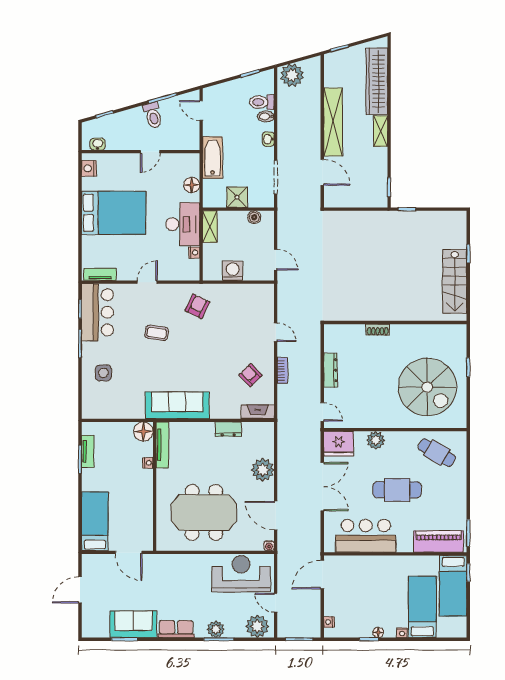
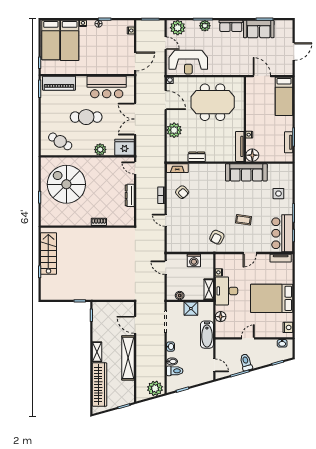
sofa: (177, 405) -> (246, 172), moved
bed: (453, 586) -> (51, 40), moved, turned 180

